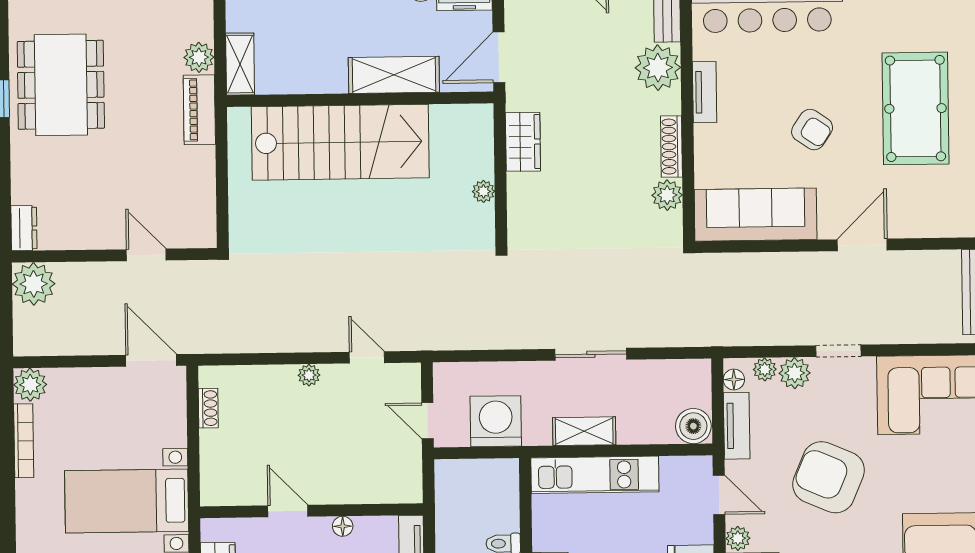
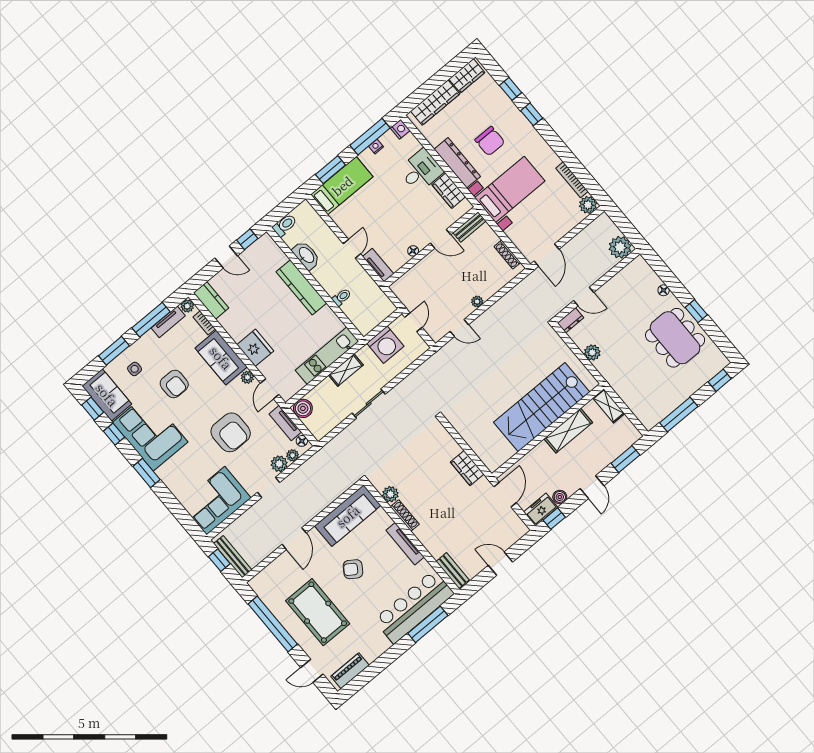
plant: (199, 57) -> (592, 352), moved
plant: (658, 68) -> (437, 543), removed
shelving: (394, 75) -> (568, 431), moved
tv unit: (705, 92) -> (405, 544), width x1.41
piano: (199, 110) -> (610, 374), removed
floor lamp: (21, 168) -> (664, 290), added
plant: (483, 191) -> (467, 435), removed
dresser: (24, 228) -> (570, 320), moved, turned -90
door: (151, 360) -> (547, 255), hinge flipped
shoe rack: (208, 408) -> (507, 255), width x1.43
door: (428, 421) -> (413, 322), hinge flipped
armchair: (829, 477) -> (231, 432), turned 67
bench: (231, 494) -> (469, 227), added
door: (719, 495) -> (270, 389), hinge flipped

